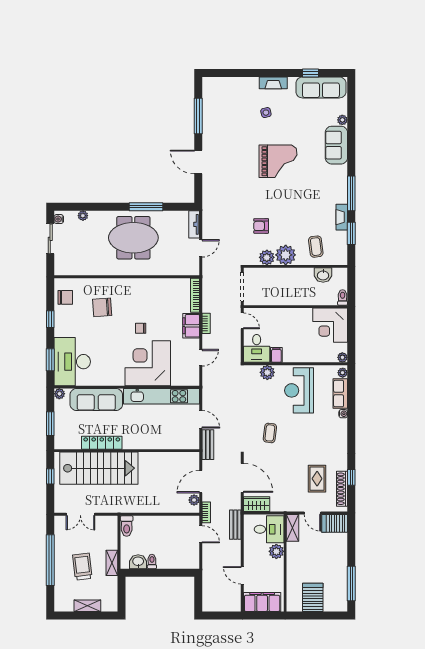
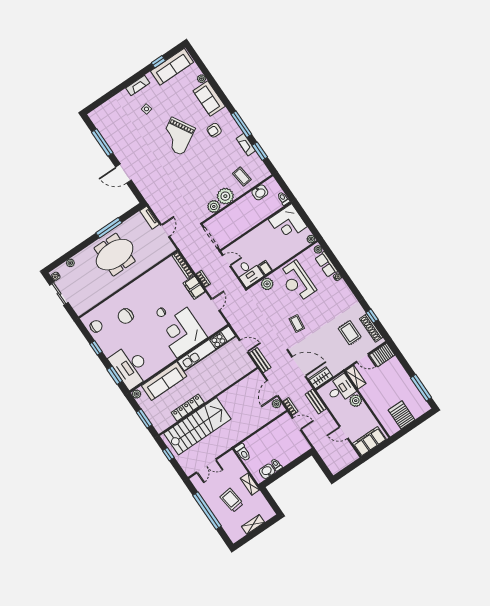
grand piano: (278, 161) -> (177, 136), turned 150
armchair: (261, 226) -> (214, 130), moved

